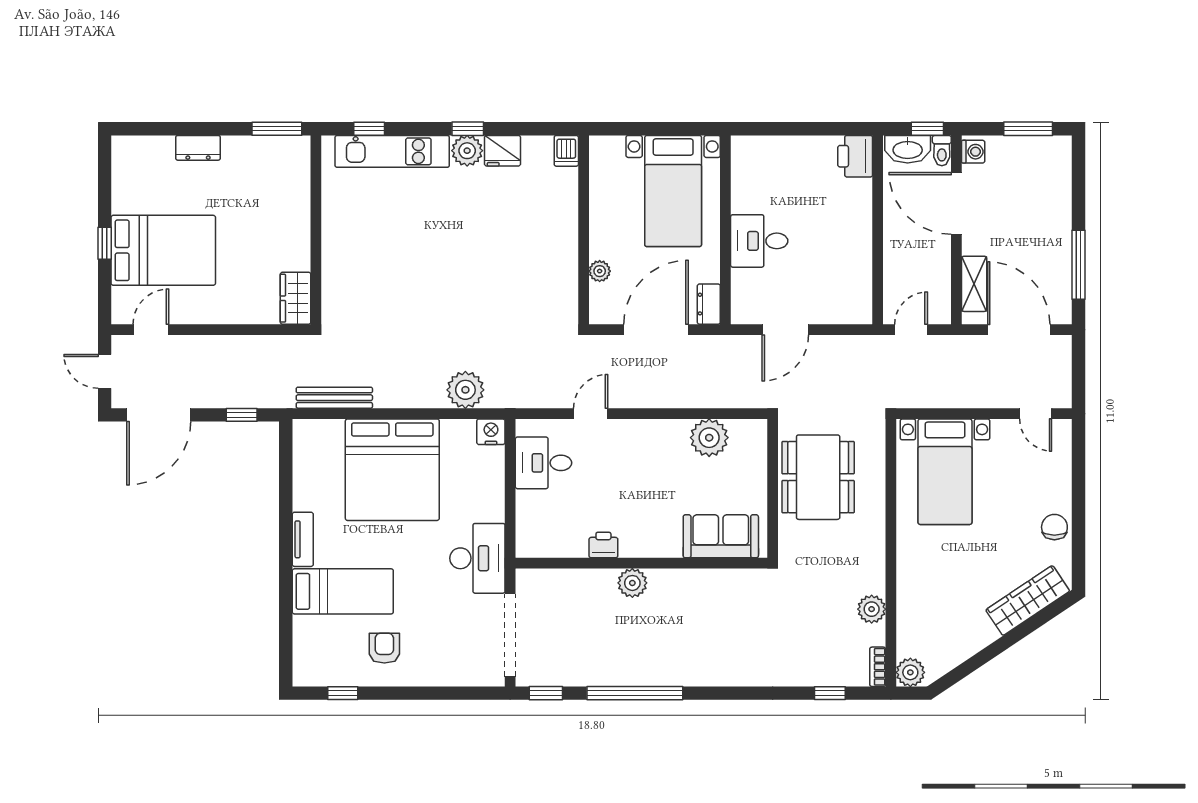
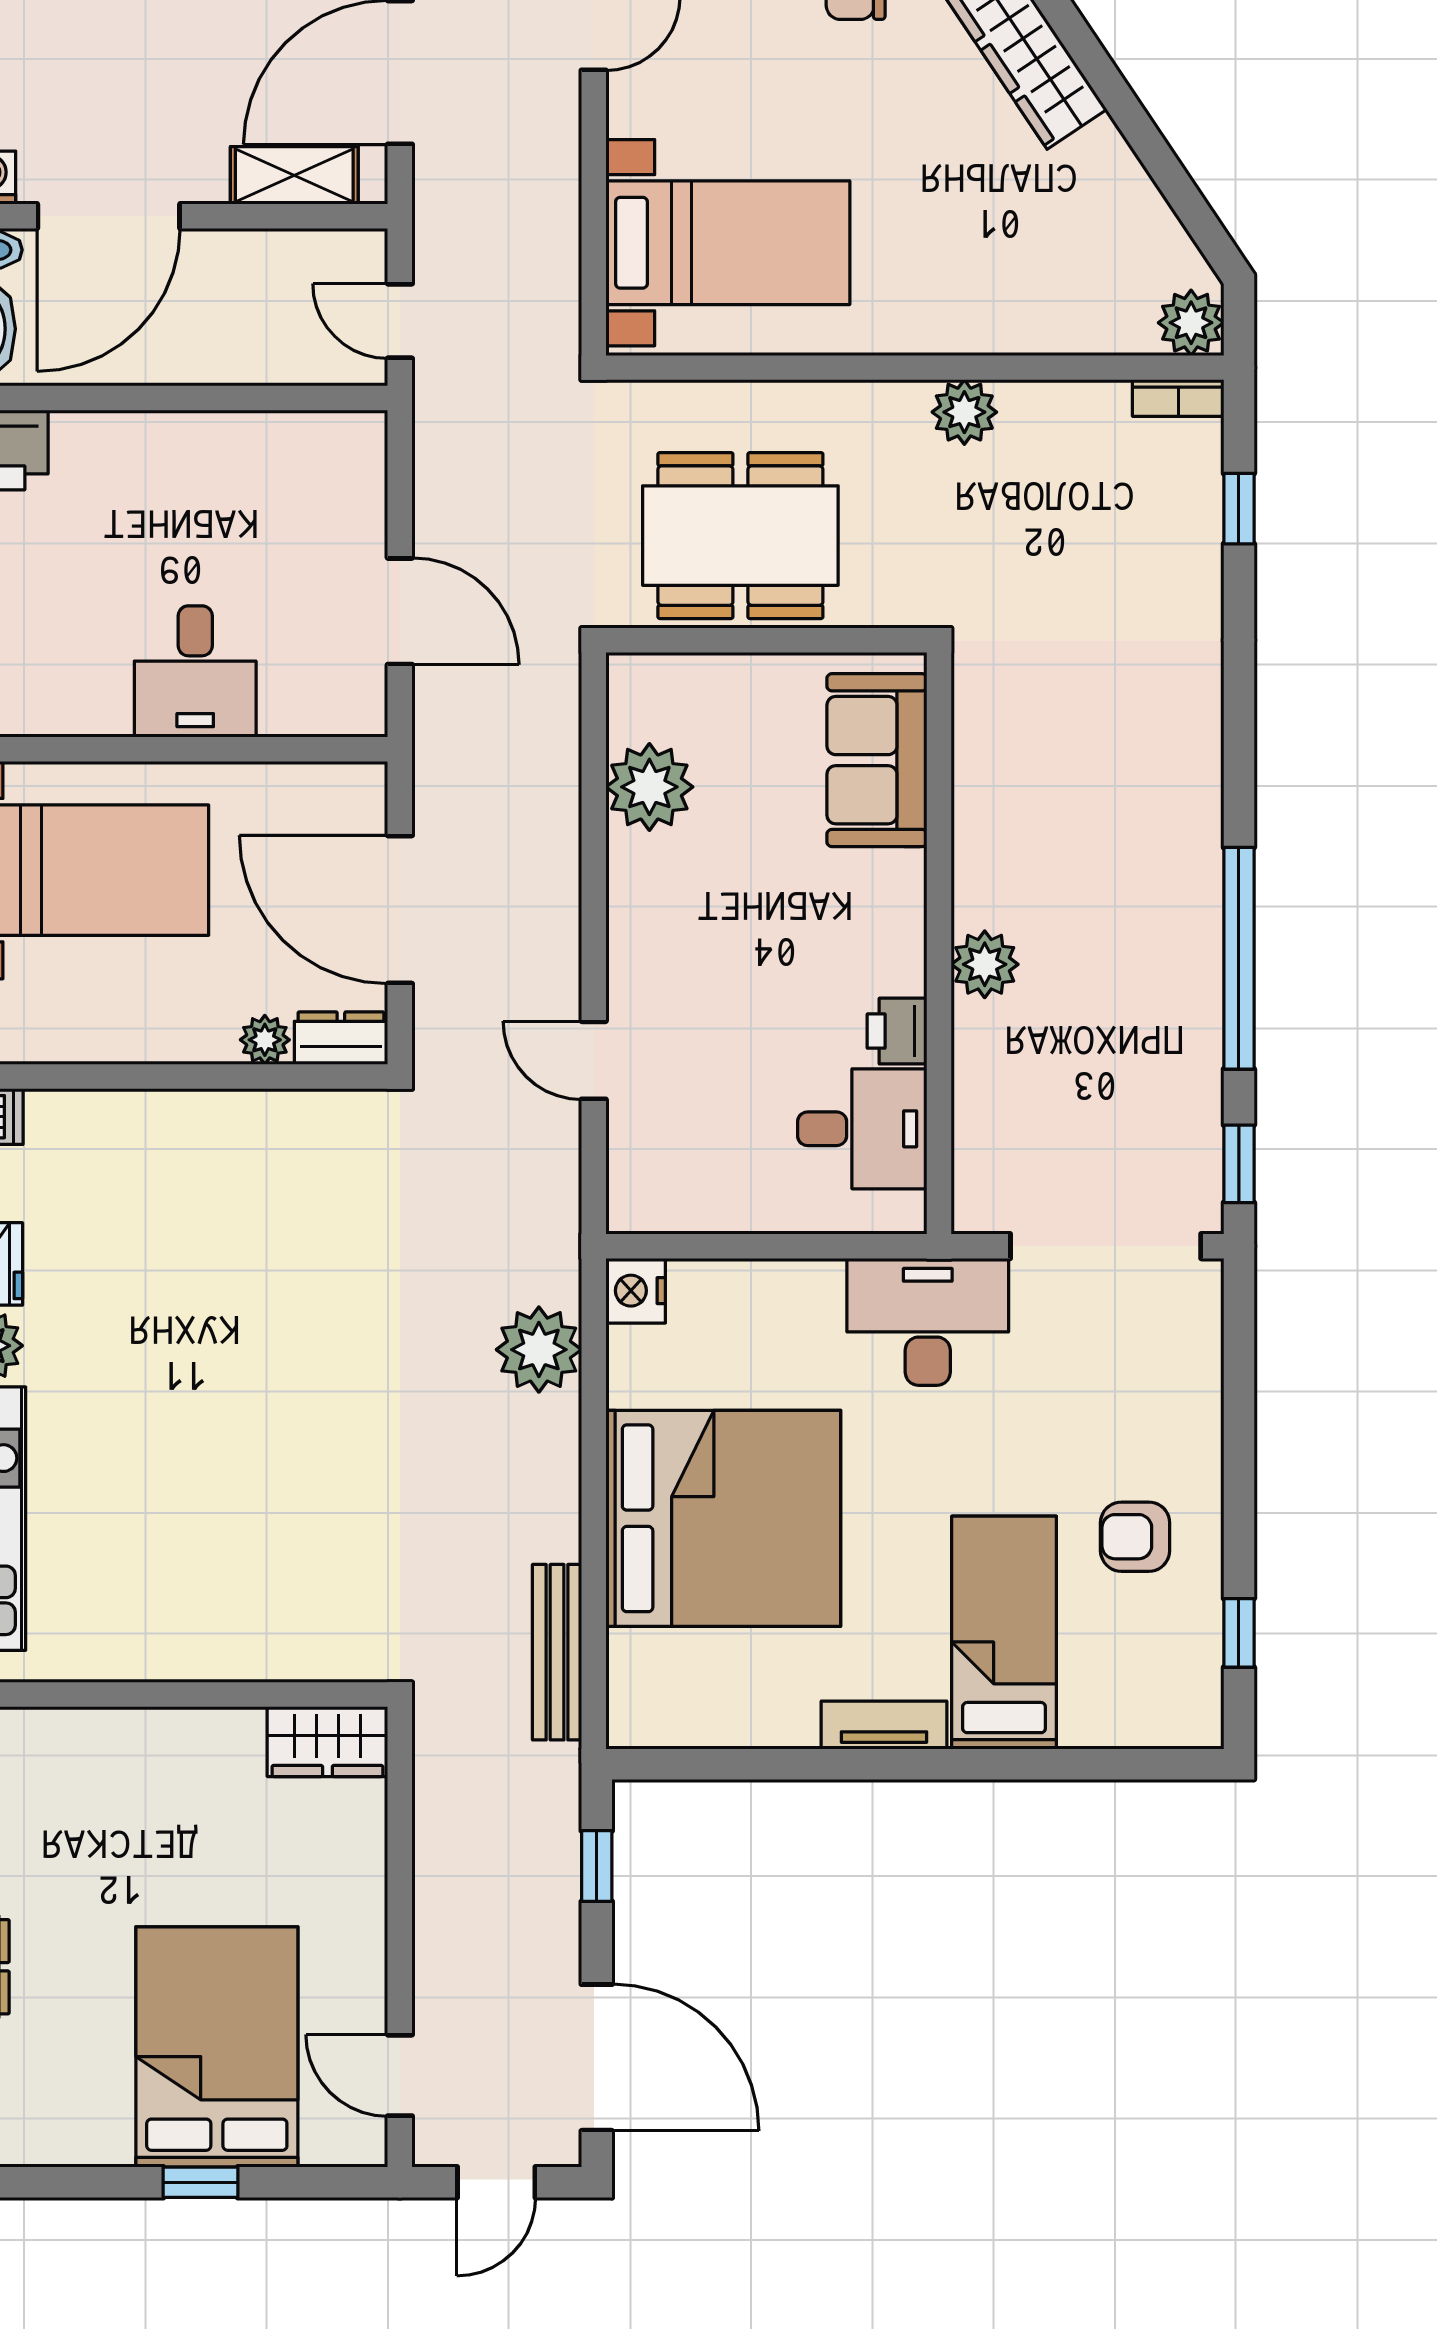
dresser: (709, 304) -> (341, 1038), moved, turned 180
desk: (544, 463) -> (862, 1129), moved, turned -90
plant: (872, 609) -> (964, 412), moved

